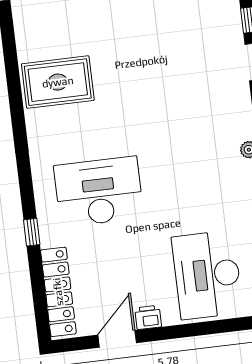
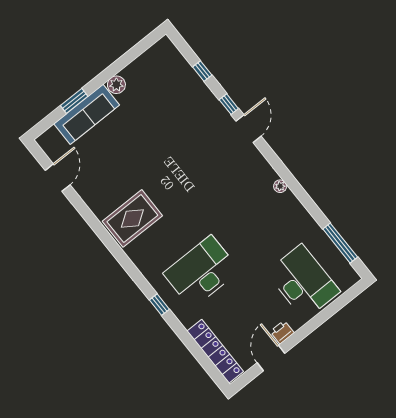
window: (32, 232) -> (159, 305), moved
desk: (207, 275) -> (303, 282), turned 180

